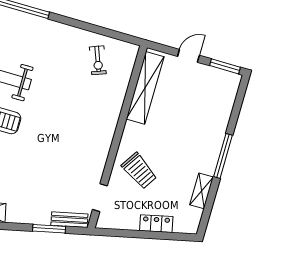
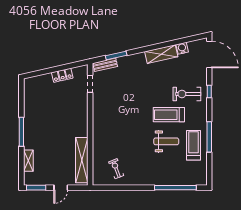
trolley: (139, 171) -> (71, 108), removed
shelving: (202, 191) -> (28, 161), moved
locker: (156, 224) -> (62, 75), moved

